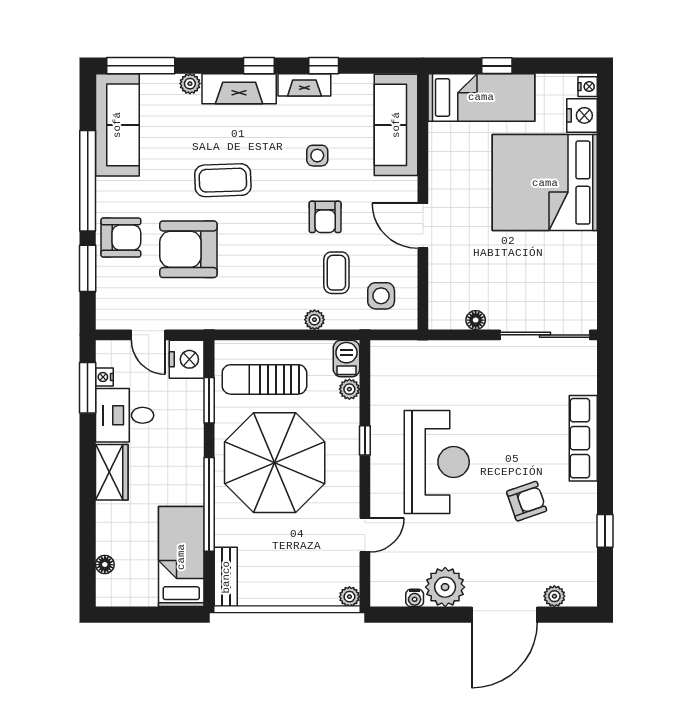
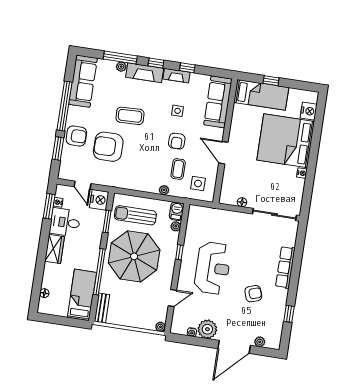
window: (141, 66) -> (120, 58), moved
nightstand: (588, 87) -> (302, 173), moved

